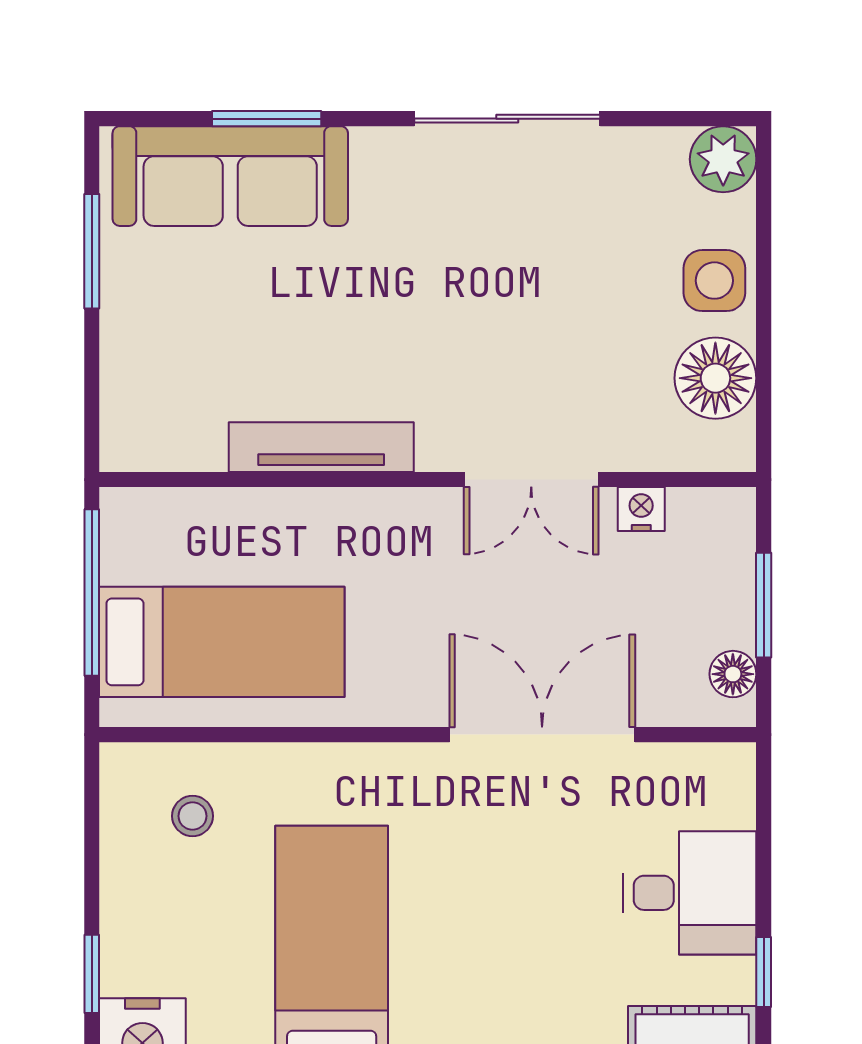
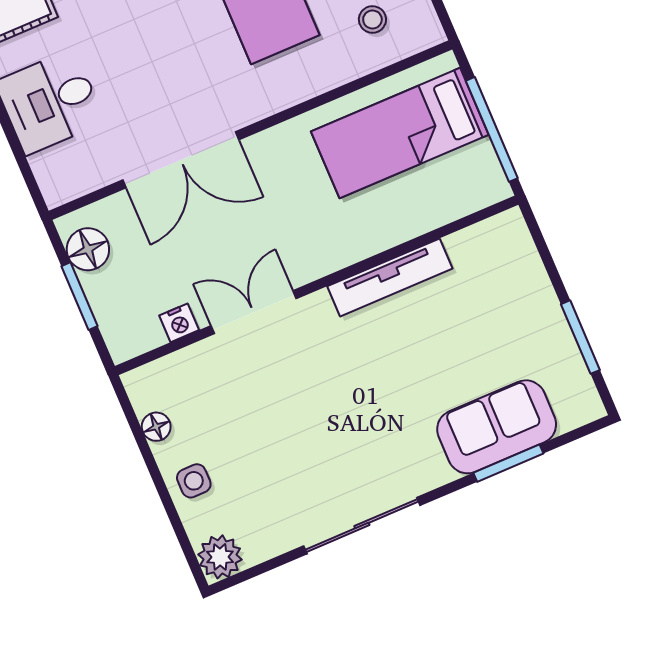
sofa: (230, 176) -> (497, 427), width x0.73
side table: (714, 281) -> (194, 481), width x0.73, depth x0.73
floor lamp: (715, 378) -> (156, 427), width x0.53, depth x0.53
floor lamp: (733, 674) -> (88, 249), width x1.37, depth x1.37

